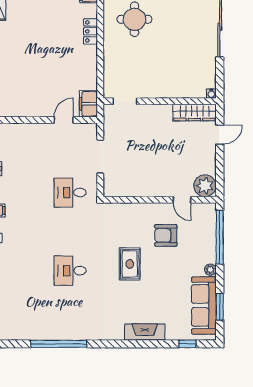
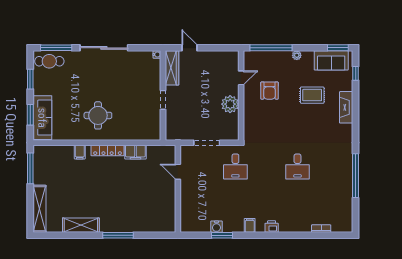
locker: (90, 31) -> (108, 150), width x1.53
doorway: (125, 101) -> (163, 100), moved
filing cabinet: (88, 104) -> (135, 152), moved
plant: (205, 186) -> (230, 104), moved
rug: (130, 264) -> (312, 95), moved
sofa: (204, 305) -> (331, 60), width x0.73
window: (220, 307) -> (338, 48), moved

